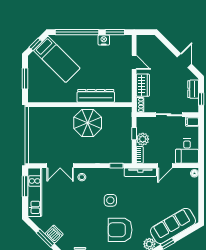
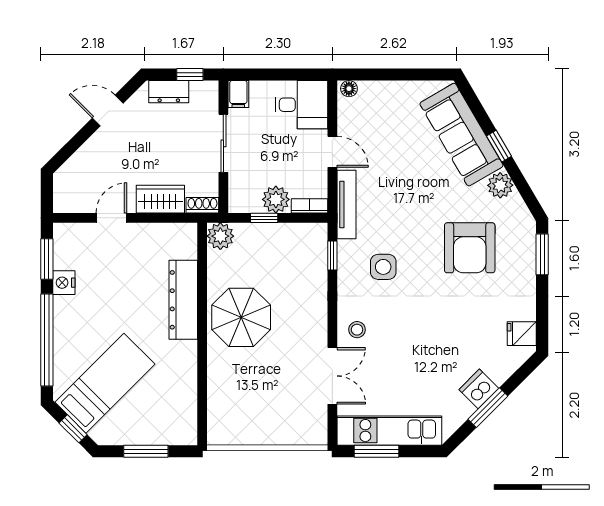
plant: (126, 113) -> (220, 236), added
side table: (110, 200) -> (383, 267), moved

